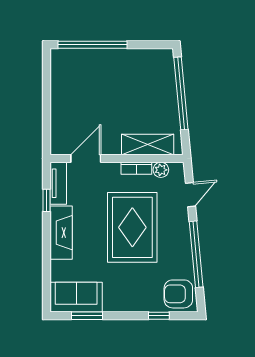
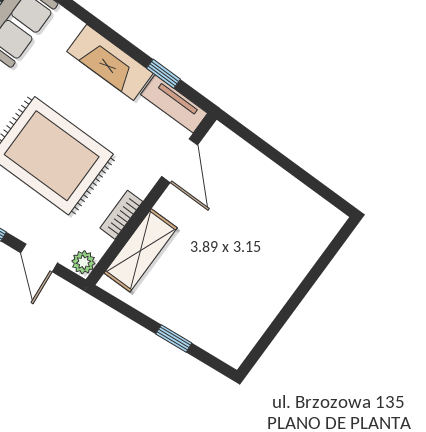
window: (93, 45) -> (315, 273), removed
window: (181, 93) -> (174, 339), width x0.32
plant: (161, 170) -> (83, 262), moved

